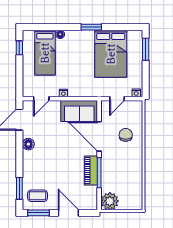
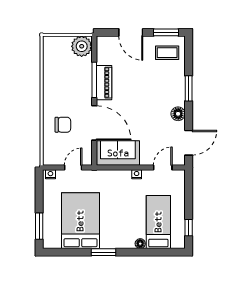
chair: (126, 135) -> (63, 125), turned -90
window: (19, 188) -> (189, 88), moved

